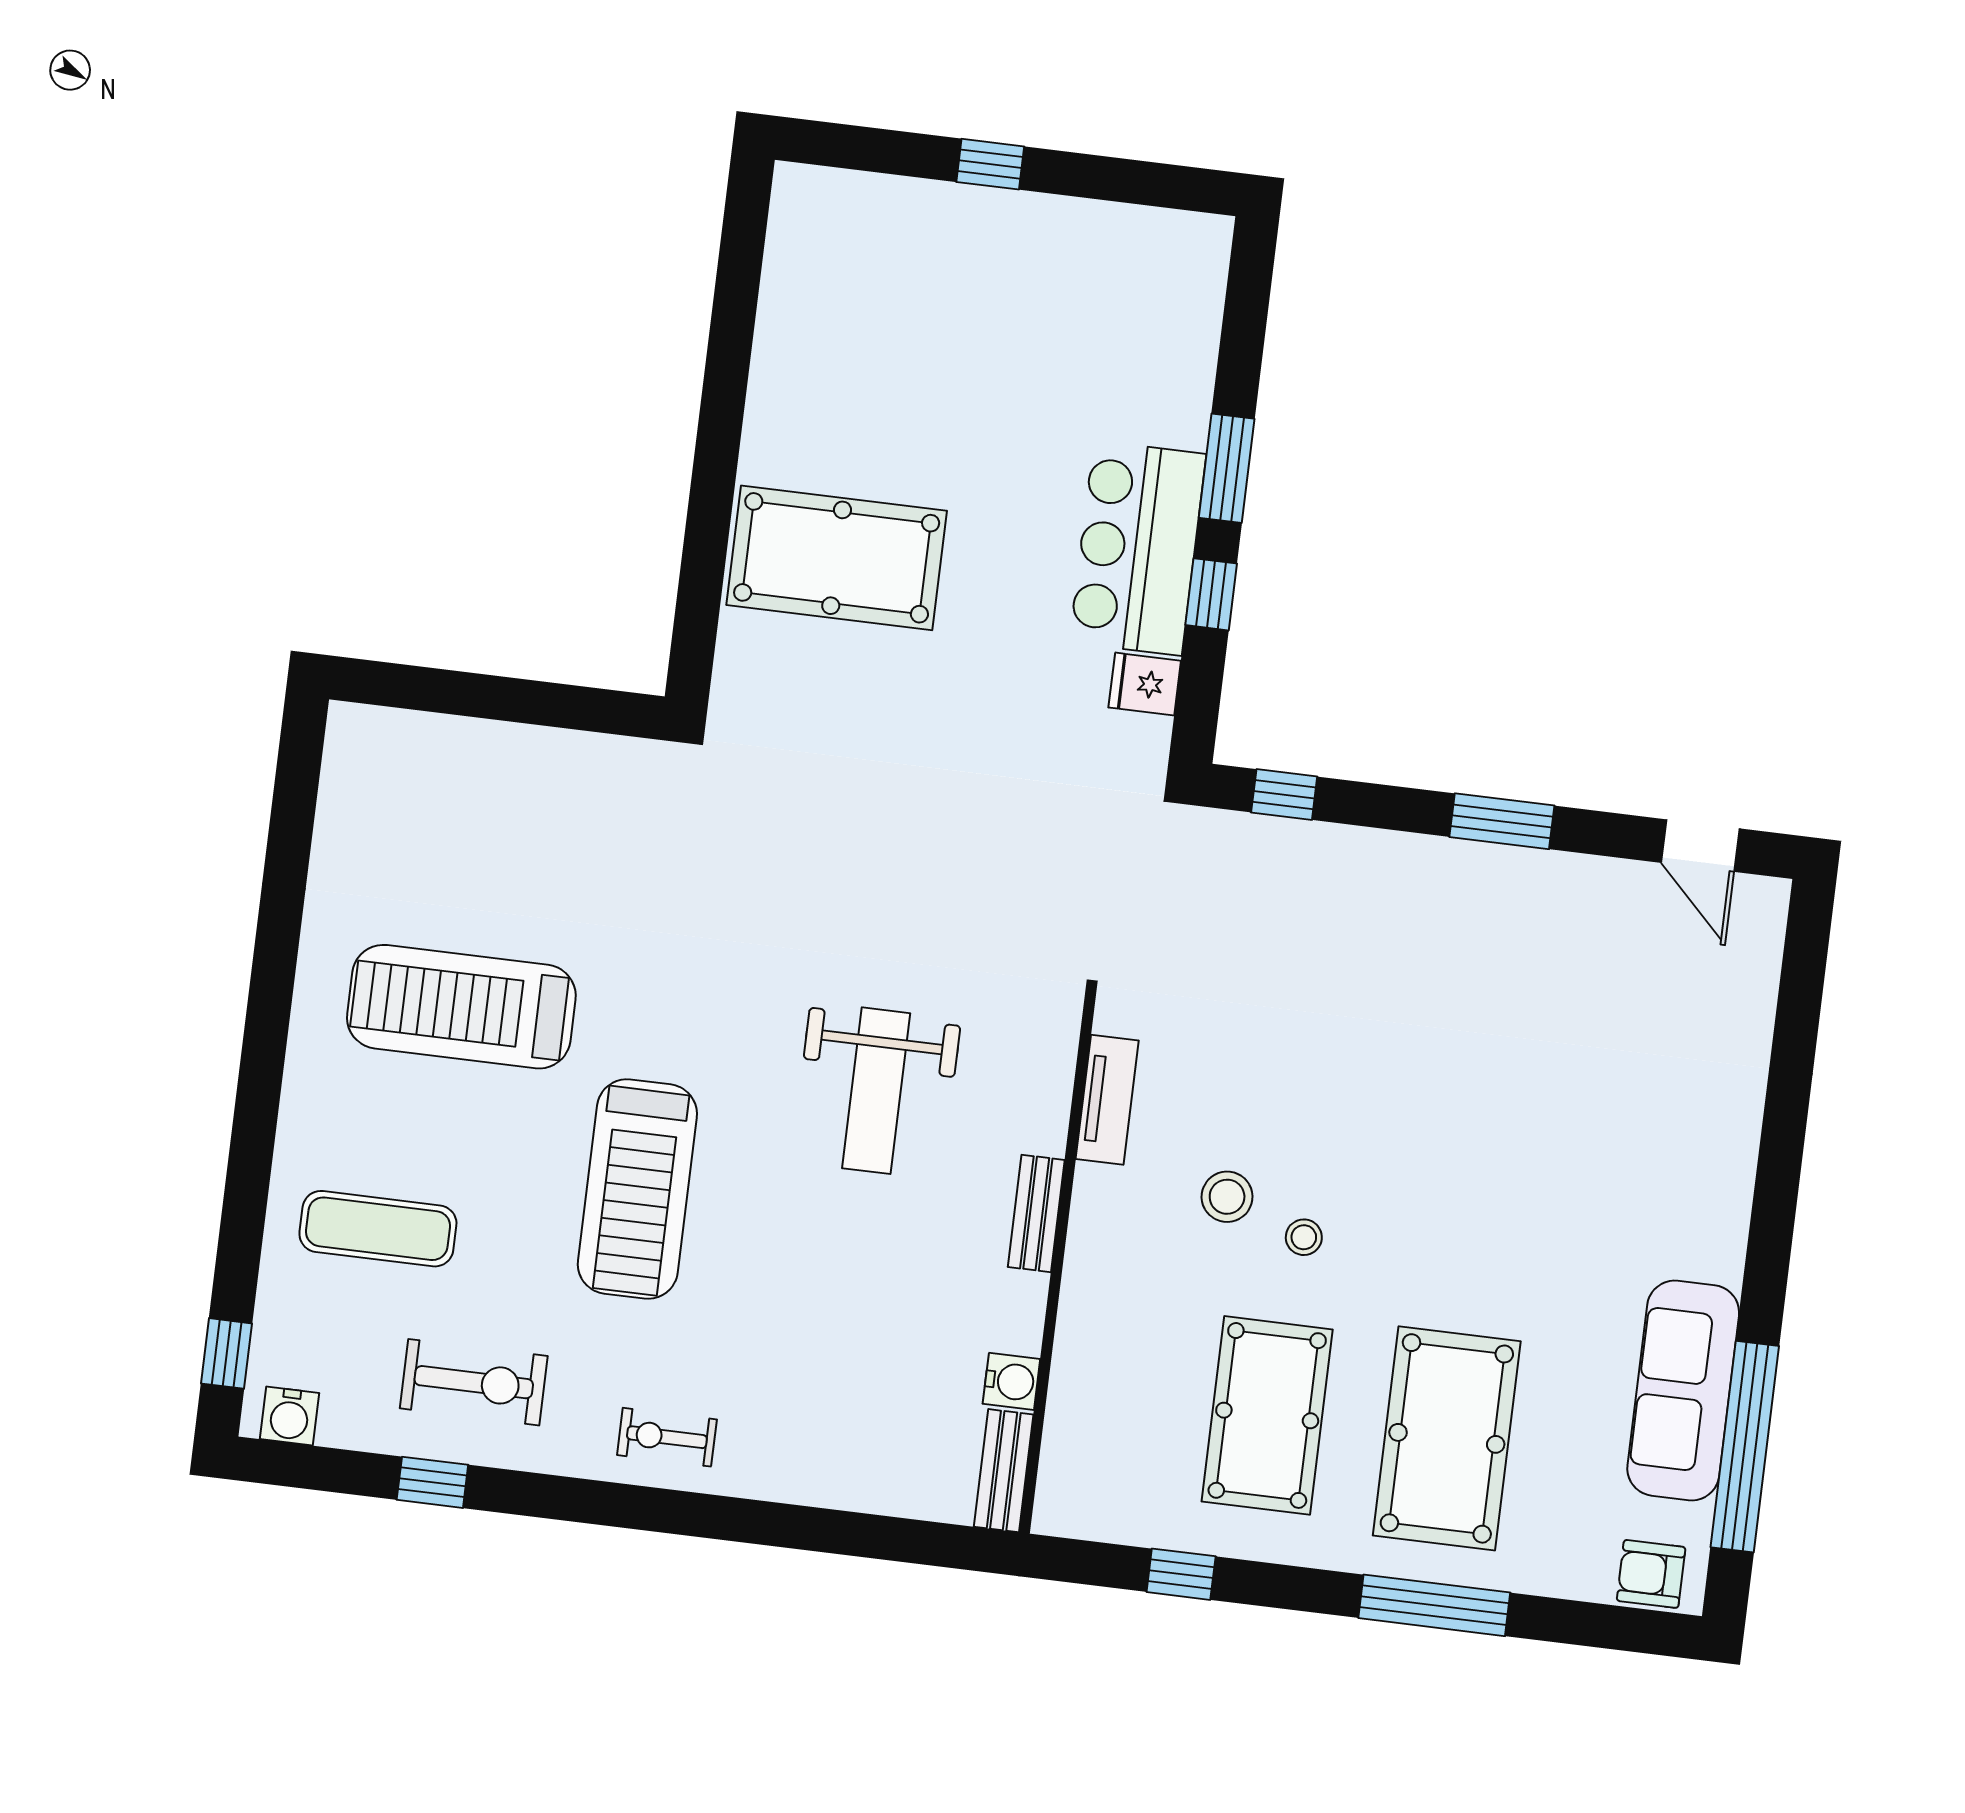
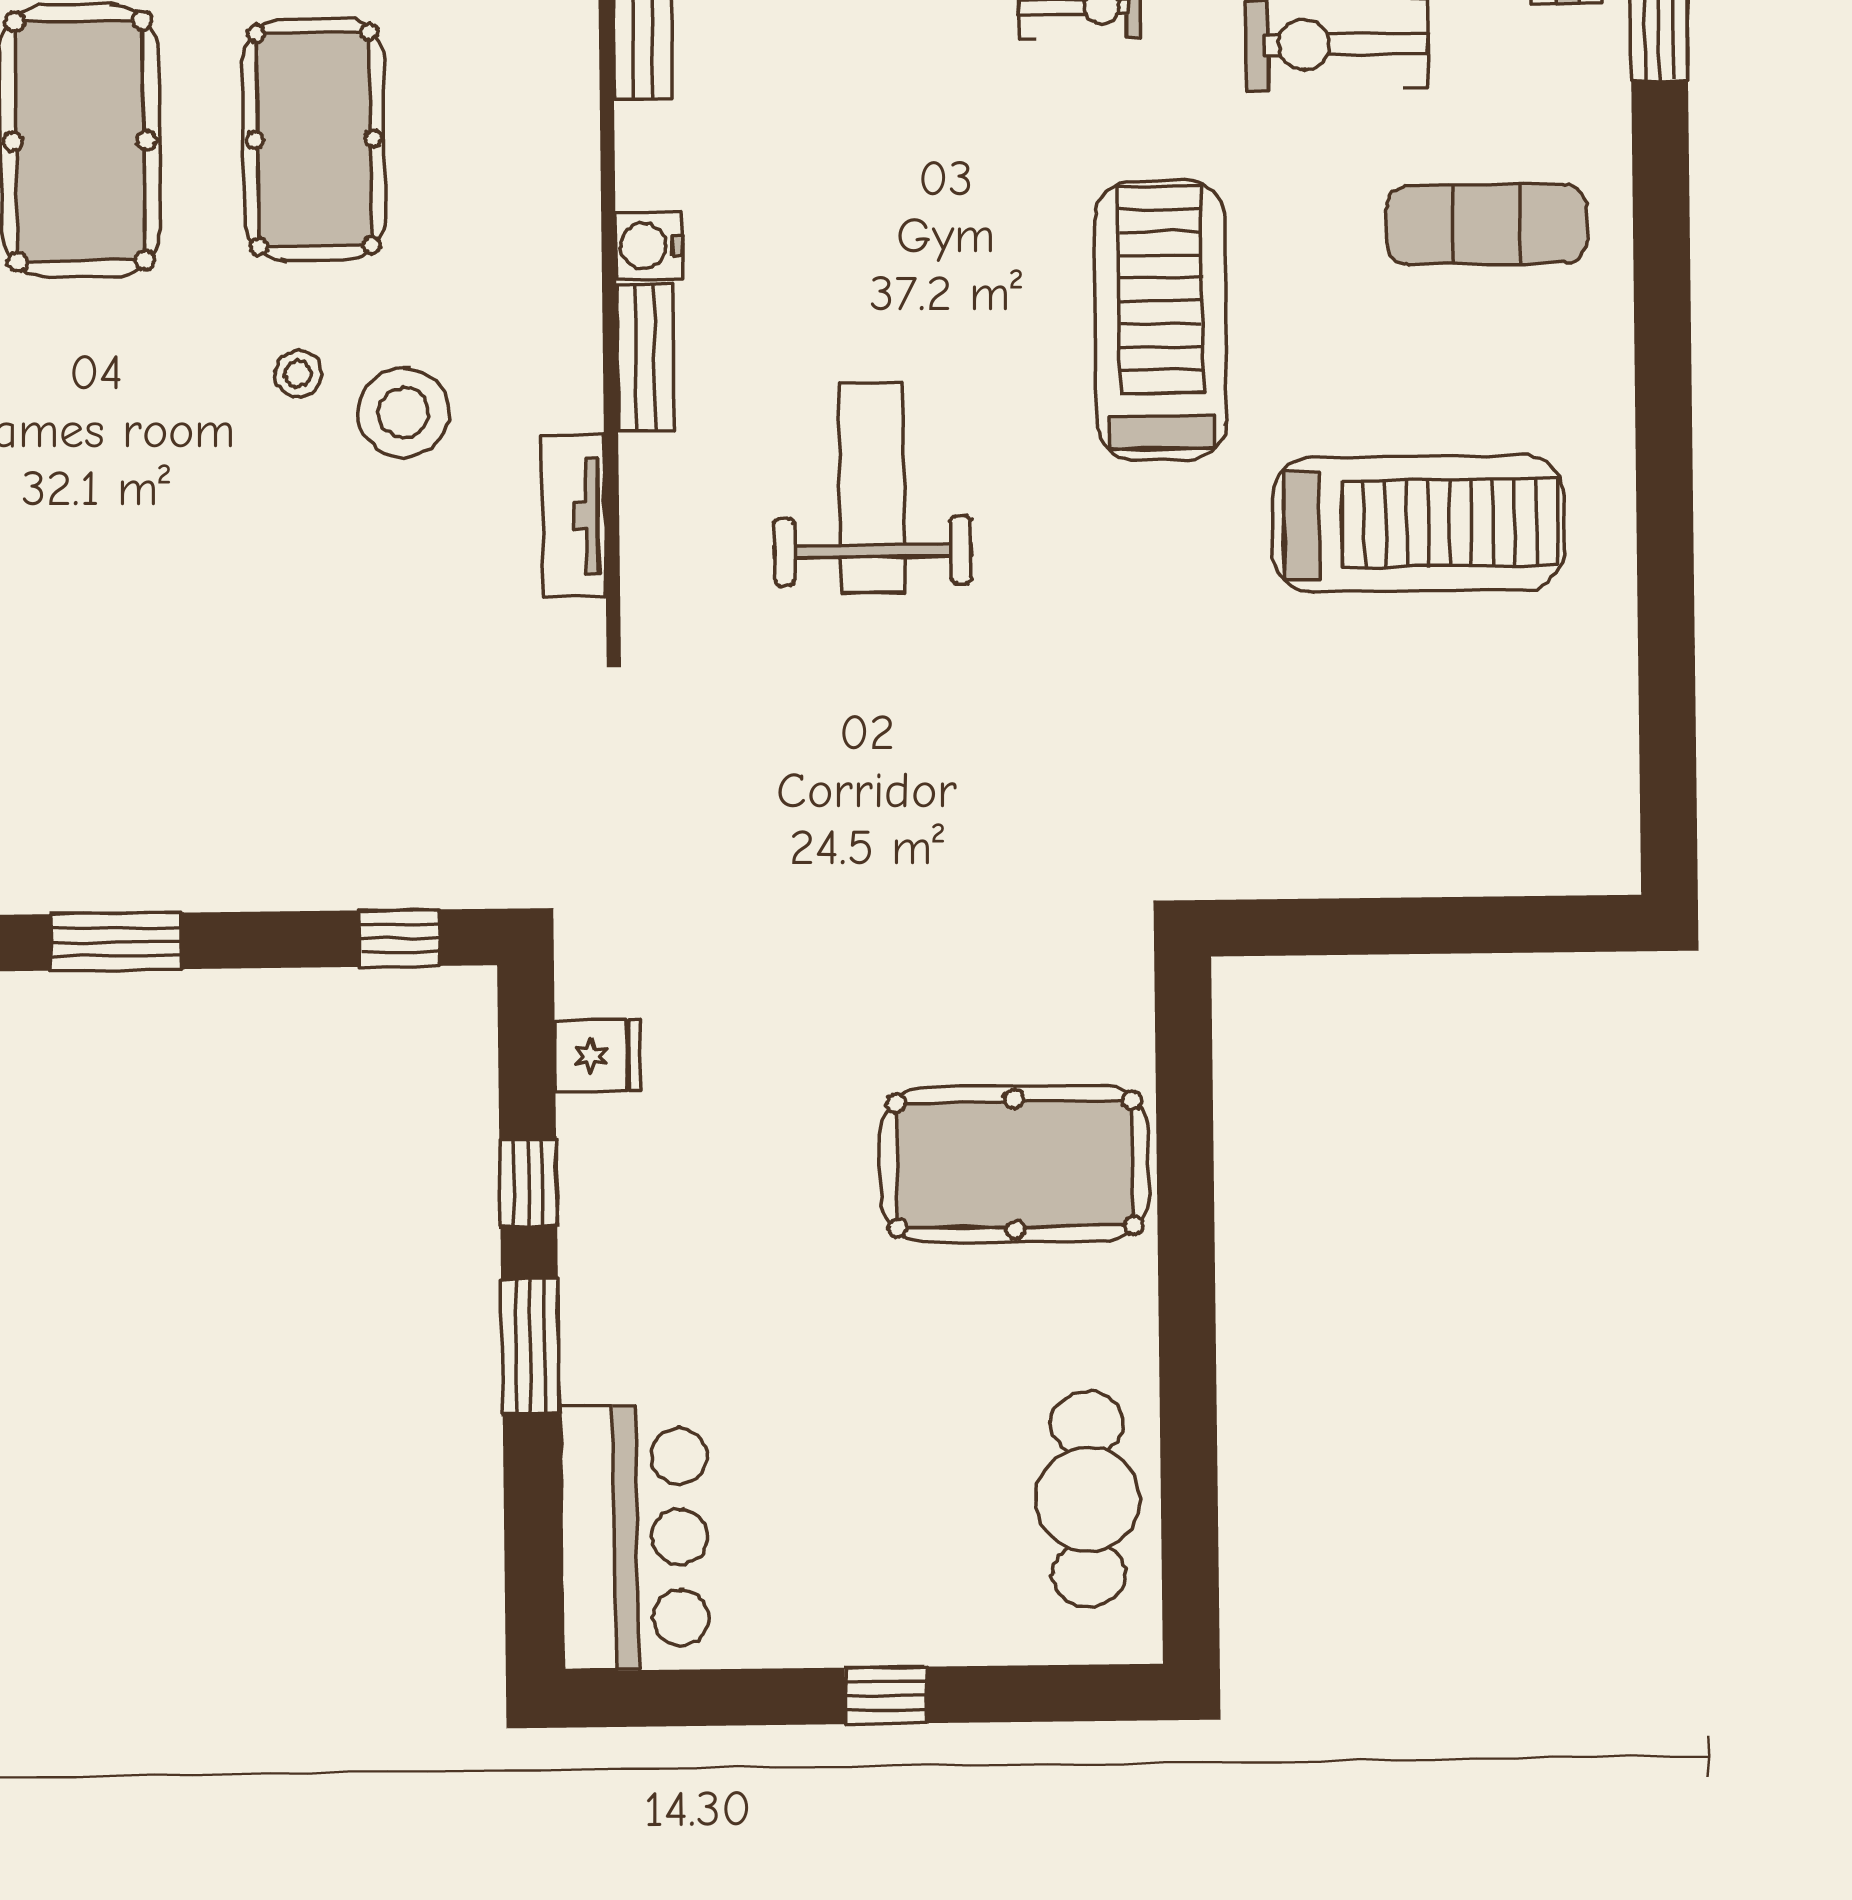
cafe table: (815, 294) -> (1088, 1499), added
bar counter: (1138, 548) -> (634, 1537), moved
stool: (1227, 1197) -> (403, 413), width x1.38, depth x1.38
water cooler: (1011, 1381) -> (649, 246), moved

